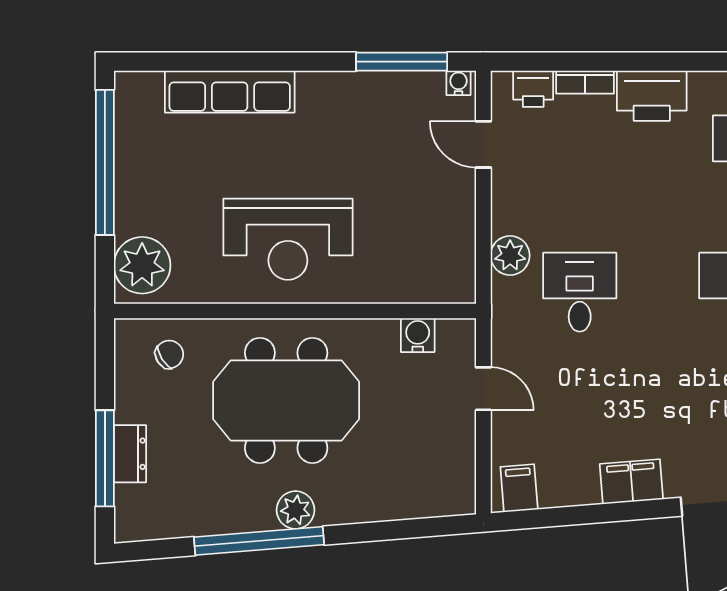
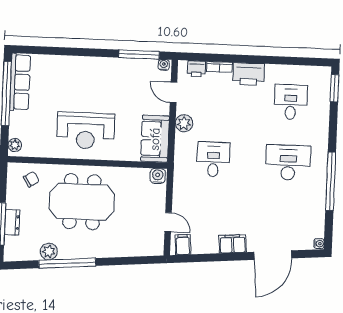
row of seats: (230, 92) -> (20, 82), moved, turned -90
sofa: (446, 251) -> (155, 139), added
plant: (510, 255) -> (184, 123), moved
plant: (142, 265) -> (15, 145), width x0.53, depth x0.53
water cooler: (418, 335) -> (158, 176), moved
door: (483, 389) -> (168, 222), moved
plant: (296, 510) -> (49, 252), moved

